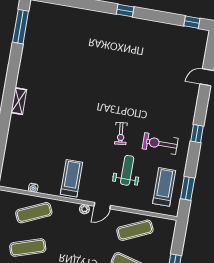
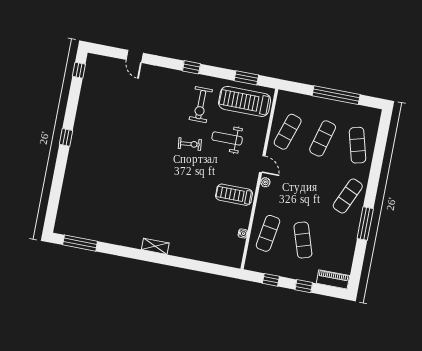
treadmill: (164, 187) -> (245, 101), width x1.37, depth x1.38
exercise mat: (34, 213) -> (268, 233), turned 33
exercise mat: (135, 230) -> (288, 132), turned 42

